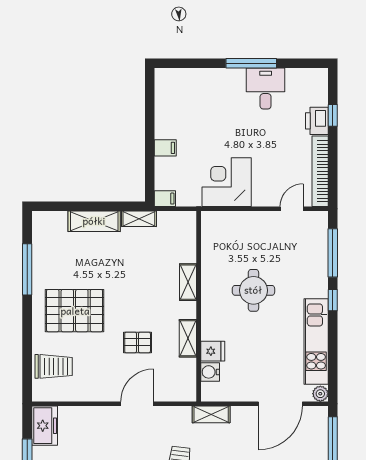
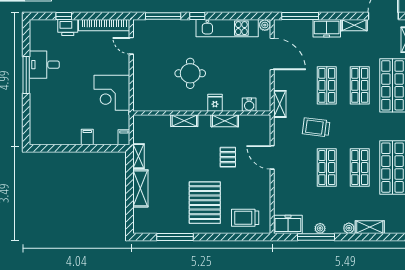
fridge: (213, 351) -> (215, 103), moved
trolley: (54, 366) -> (245, 218), turned -90

